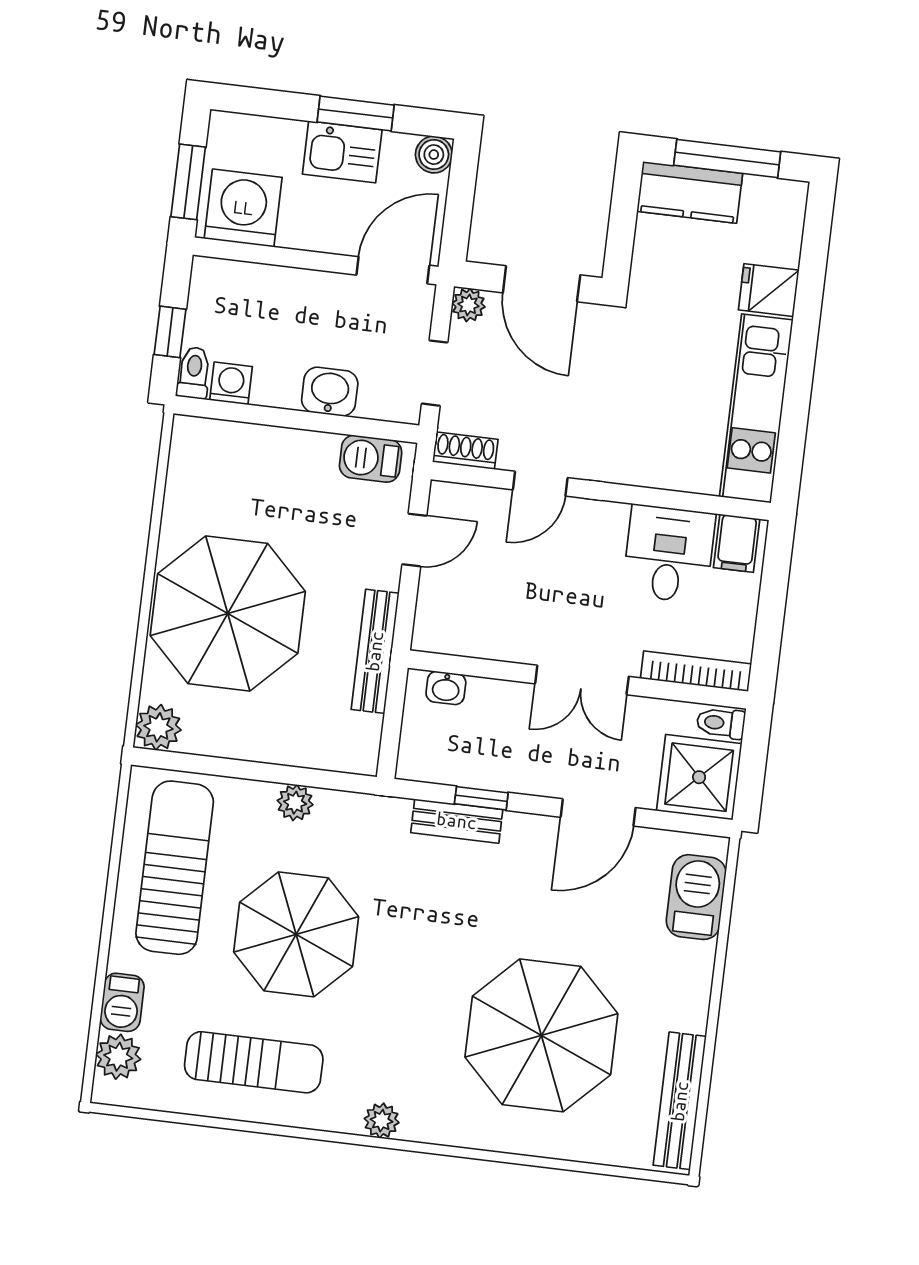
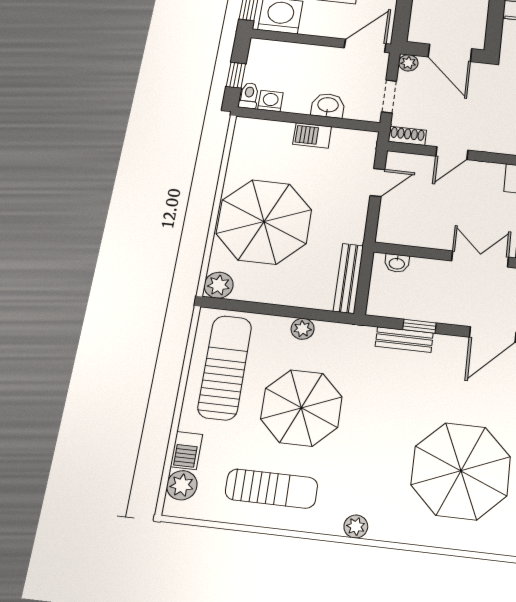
barbecue: (371, 459) -> (312, 135), moved
bench: (375, 651) -> (348, 278), moved
double door: (582, 680) -> (480, 259), swing flipped

